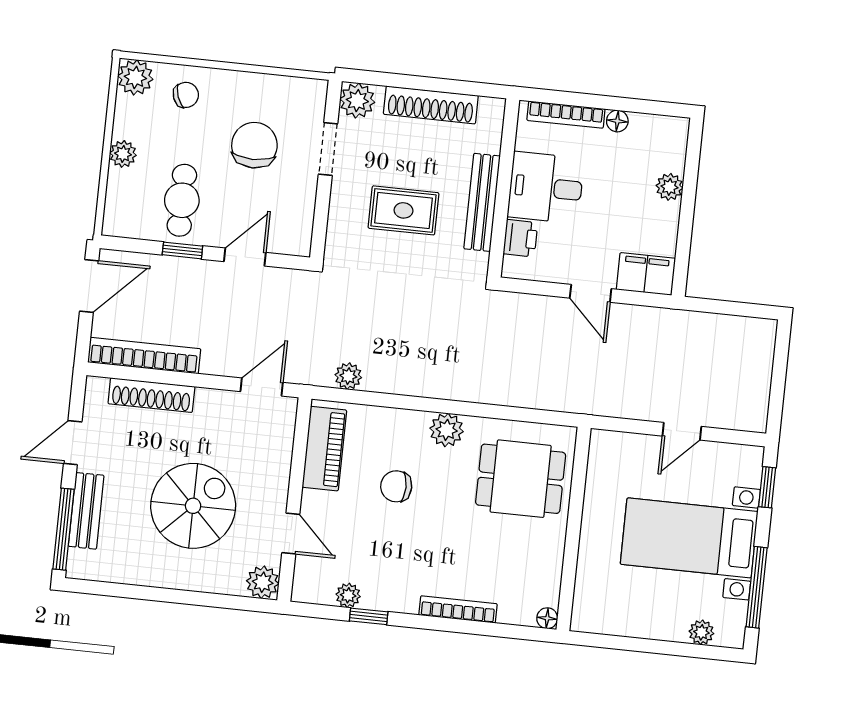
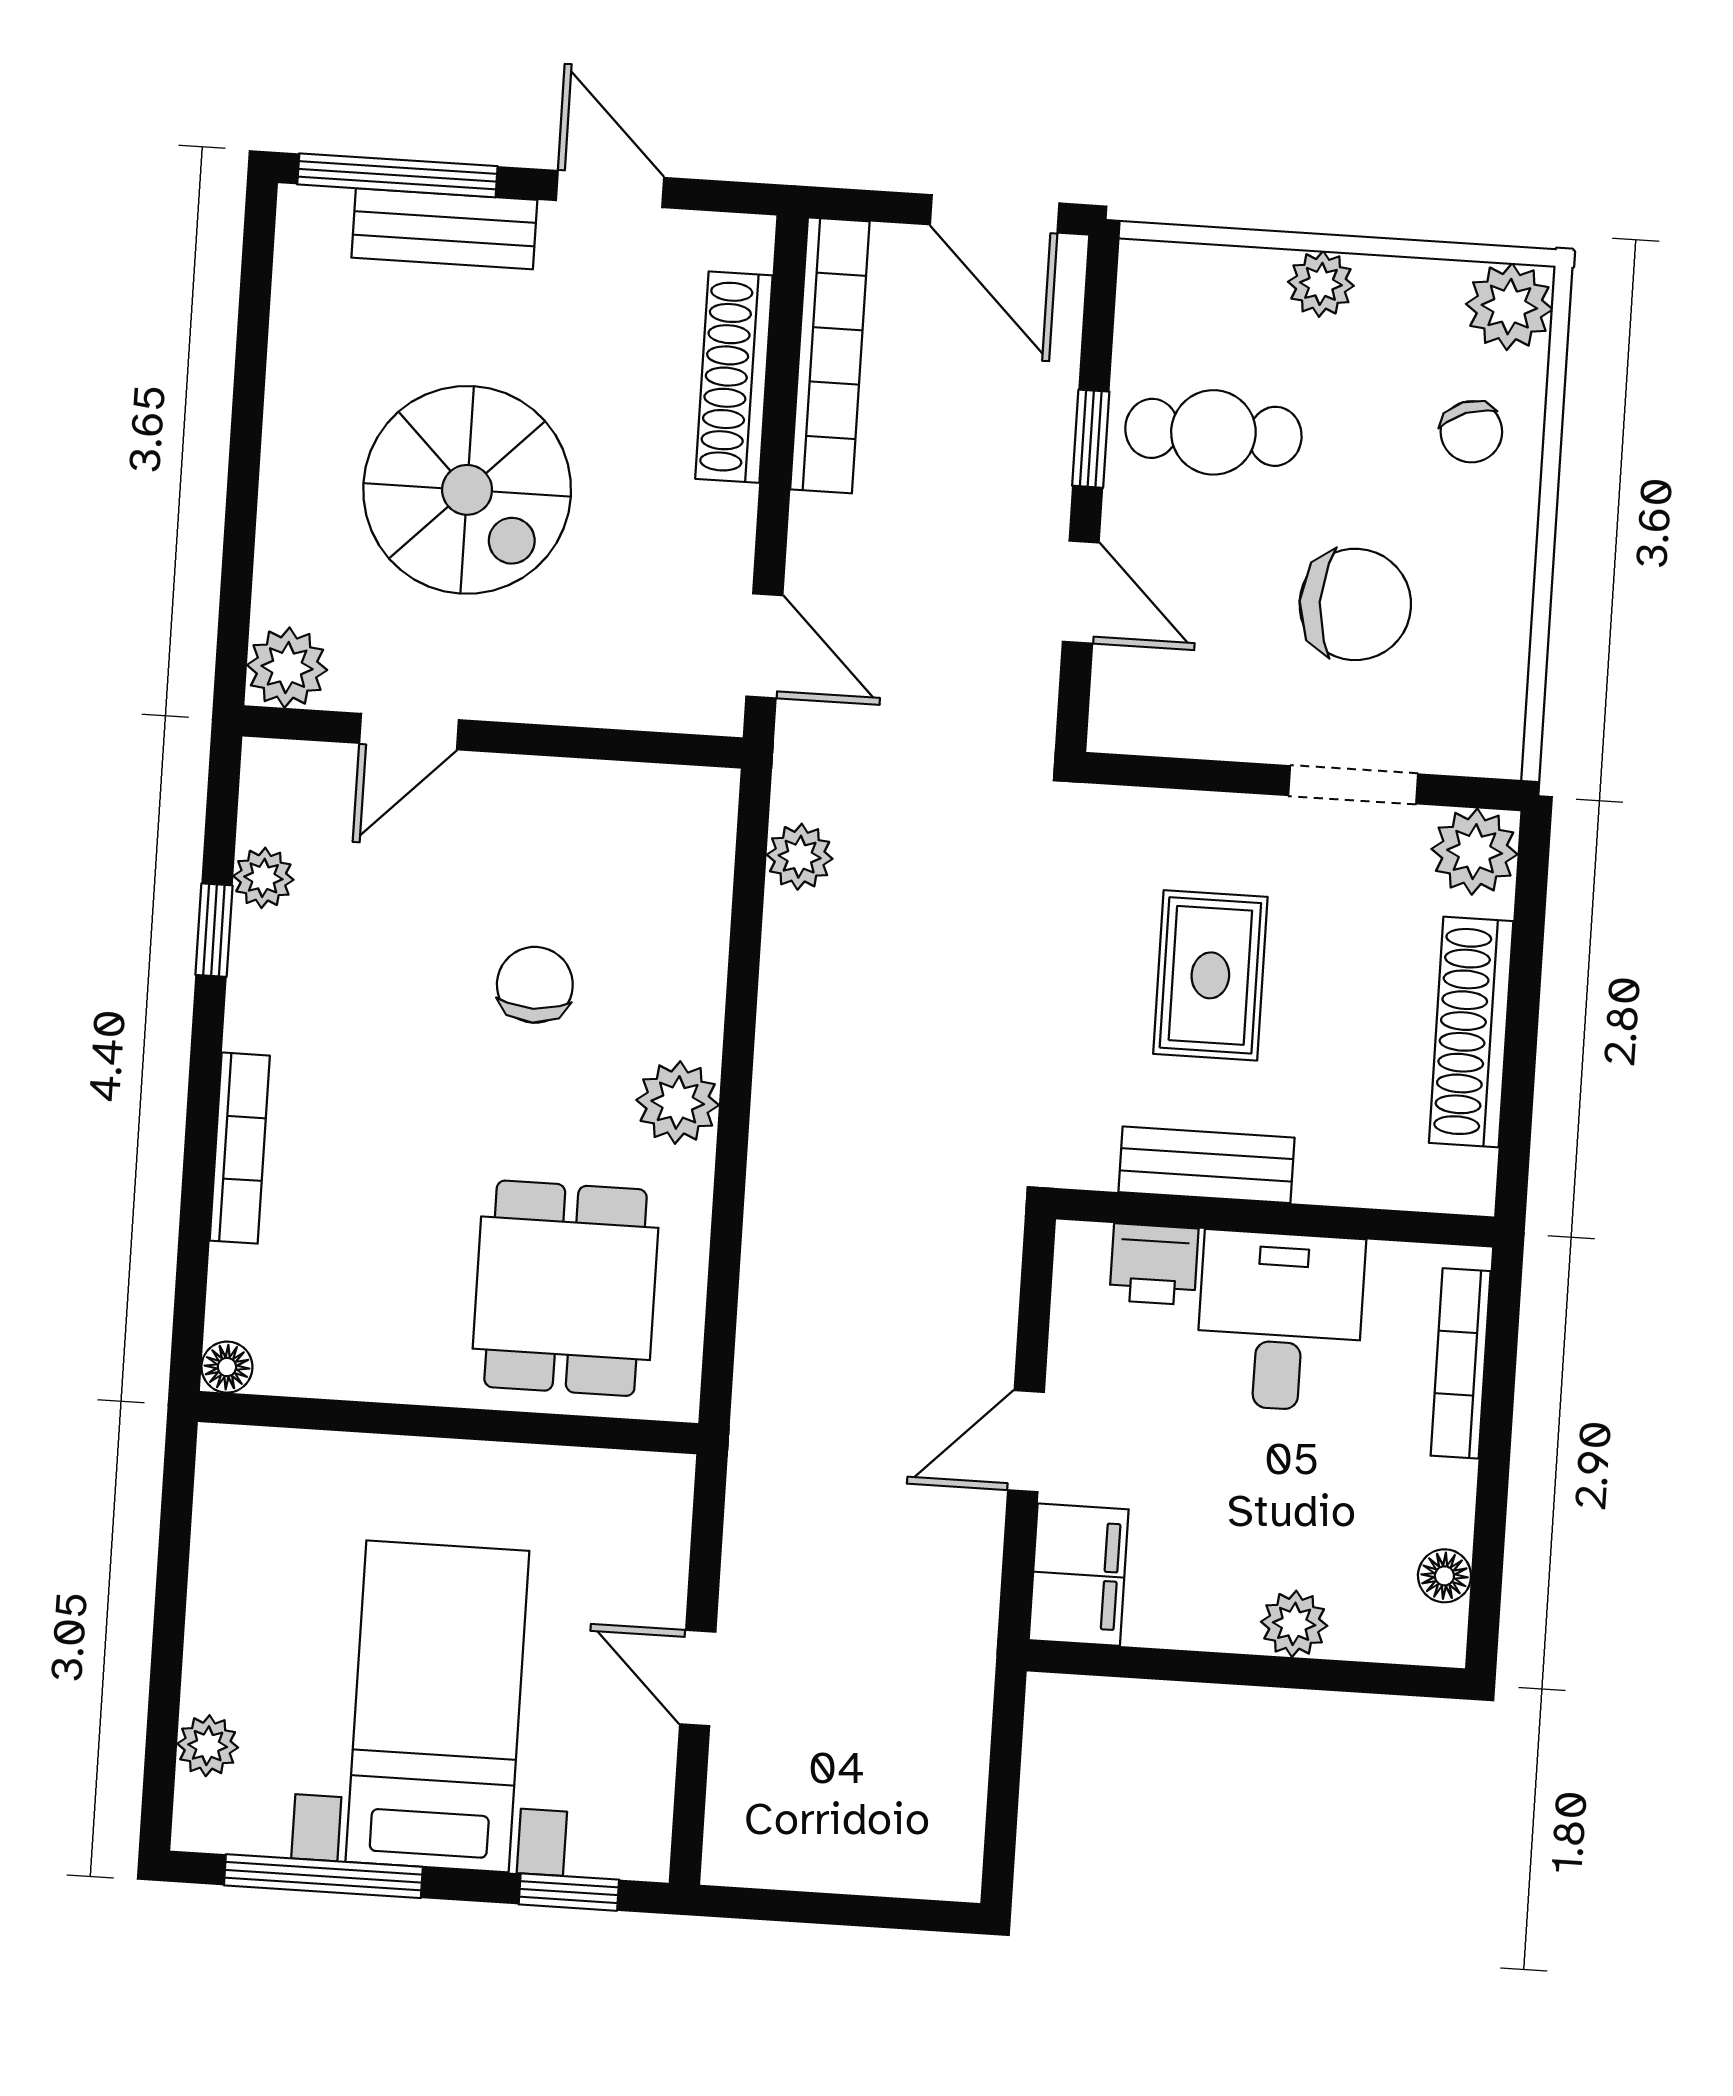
floor lamp: (617, 121) -> (1444, 1576), moved
bench: (482, 202) -> (1206, 1165), width x0.73
piano: (324, 449) -> (620, 805), removed

